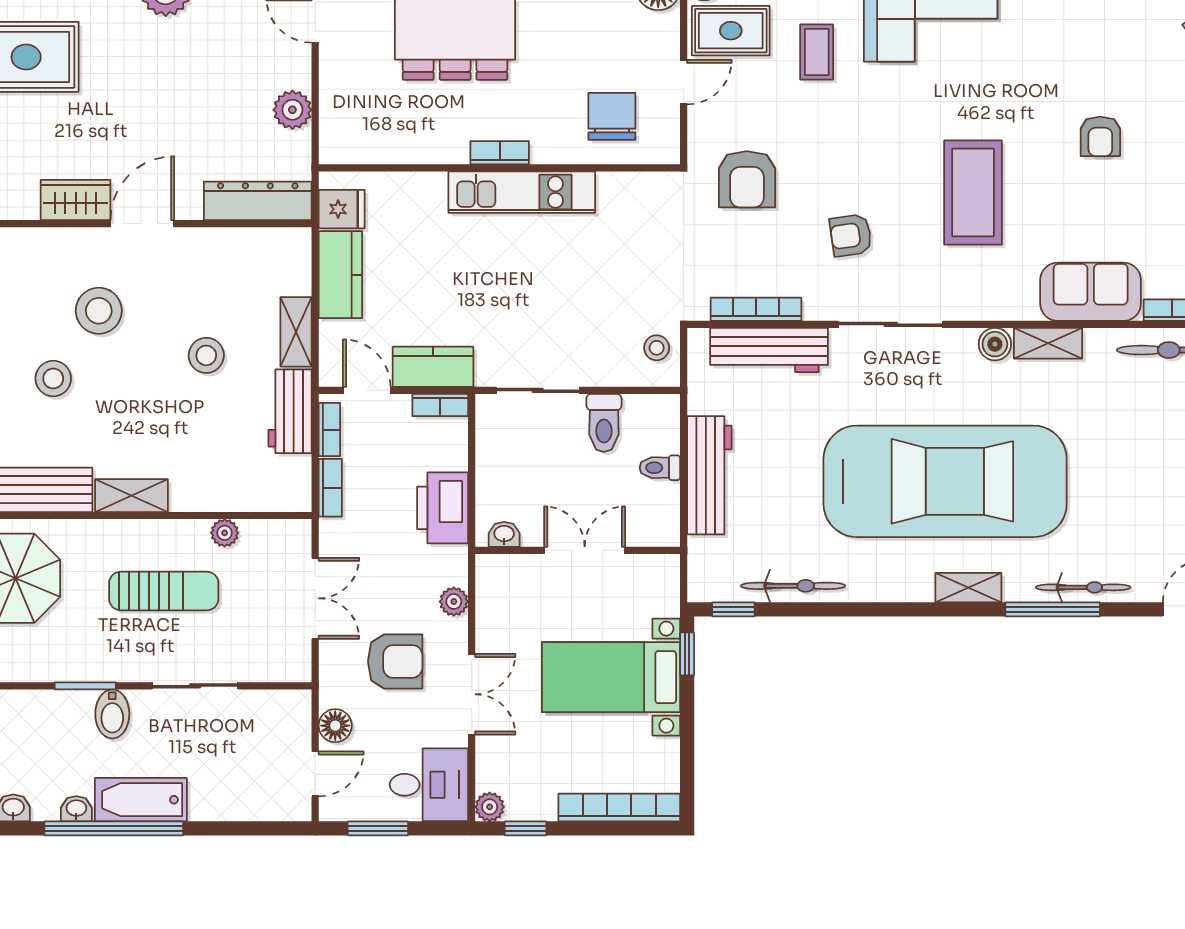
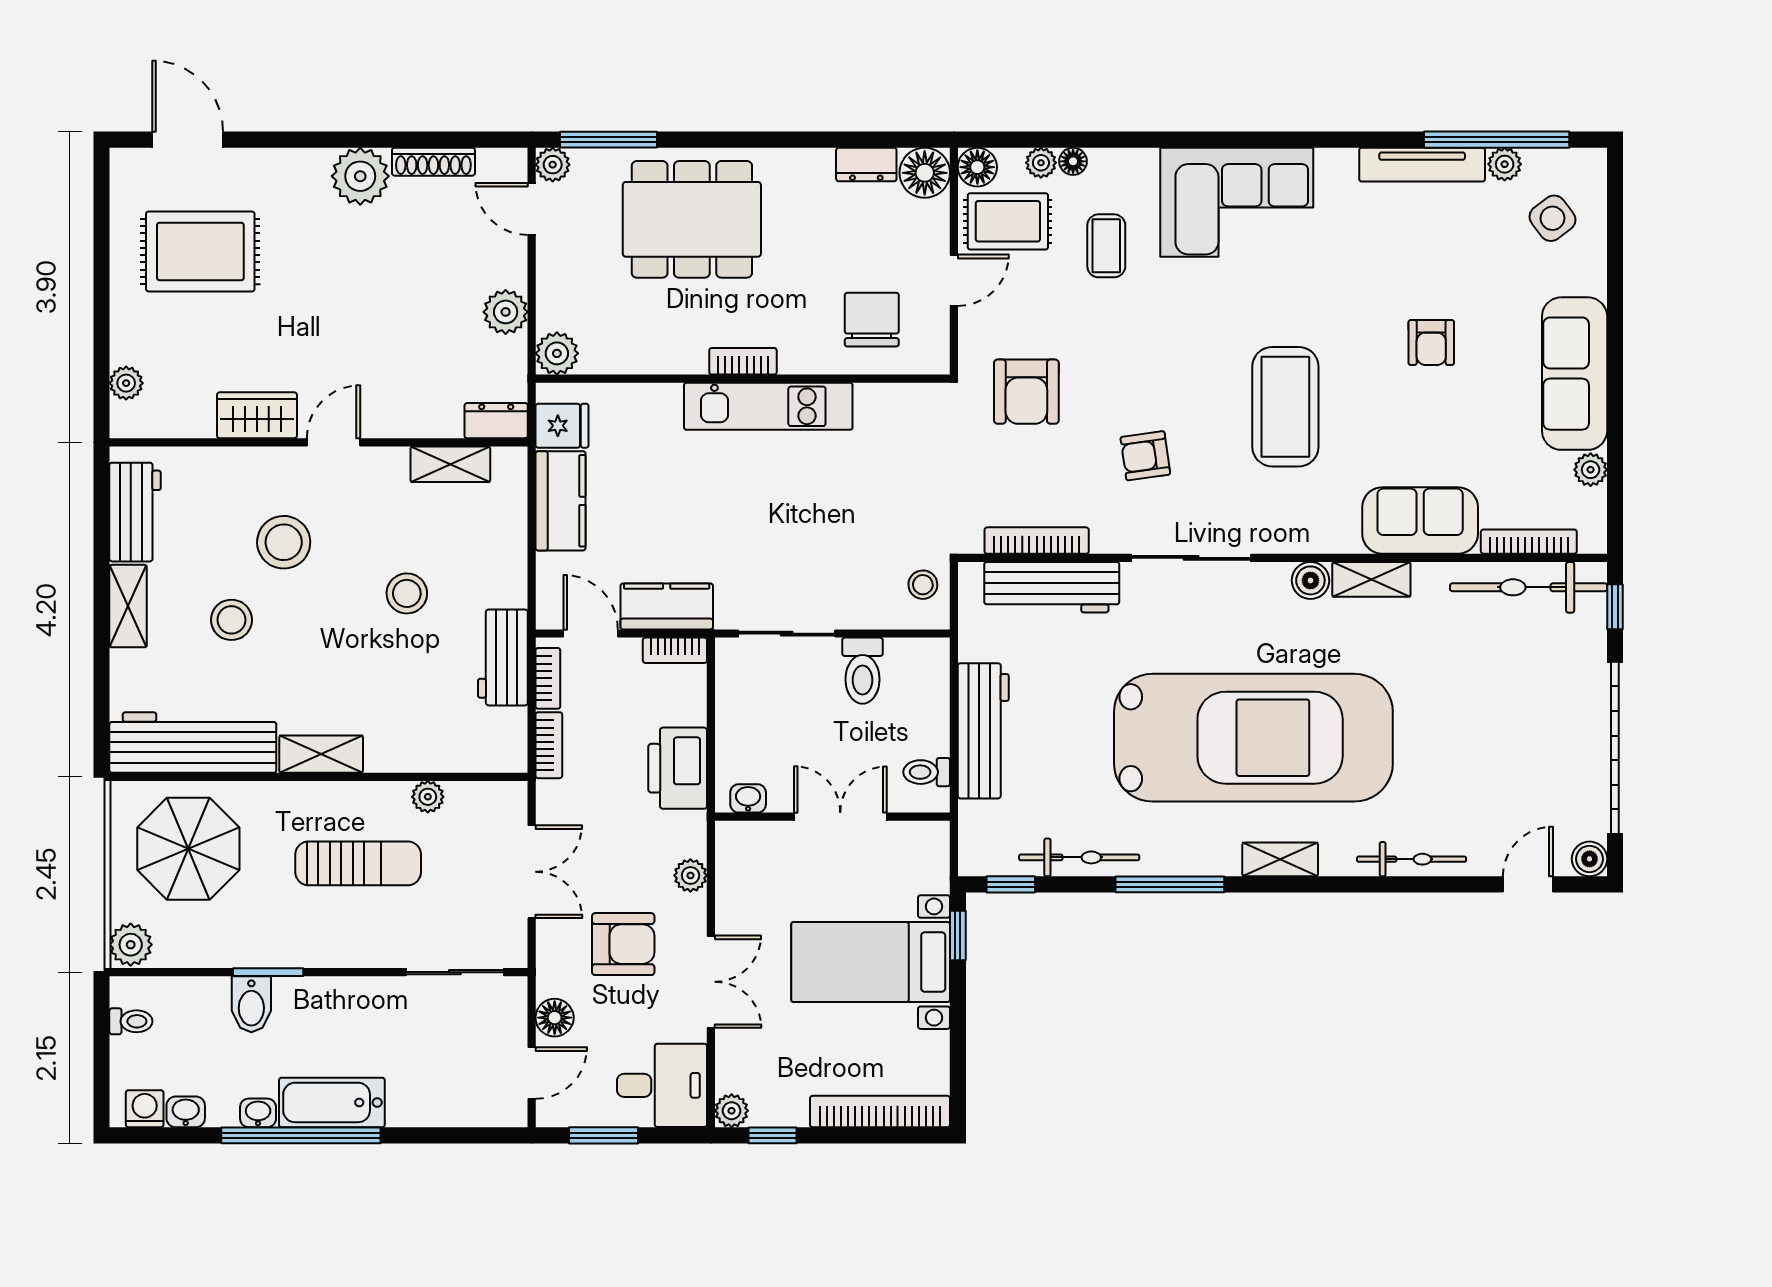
plant: (337, 146) -> (557, 353), added
dresser: (258, 201) -> (496, 421), width x0.51, depth x0.80
door: (142, 224) -> (333, 442), width x0.73
shelving: (296, 332) -> (450, 464), moved, turned 90
toilet: (660, 468) -> (927, 772), moved
window: (1053, 609) -> (1170, 884), moved
sliding door: (195, 686) -> (455, 972), moved
bidet: (112, 714) -> (251, 1004), moved

